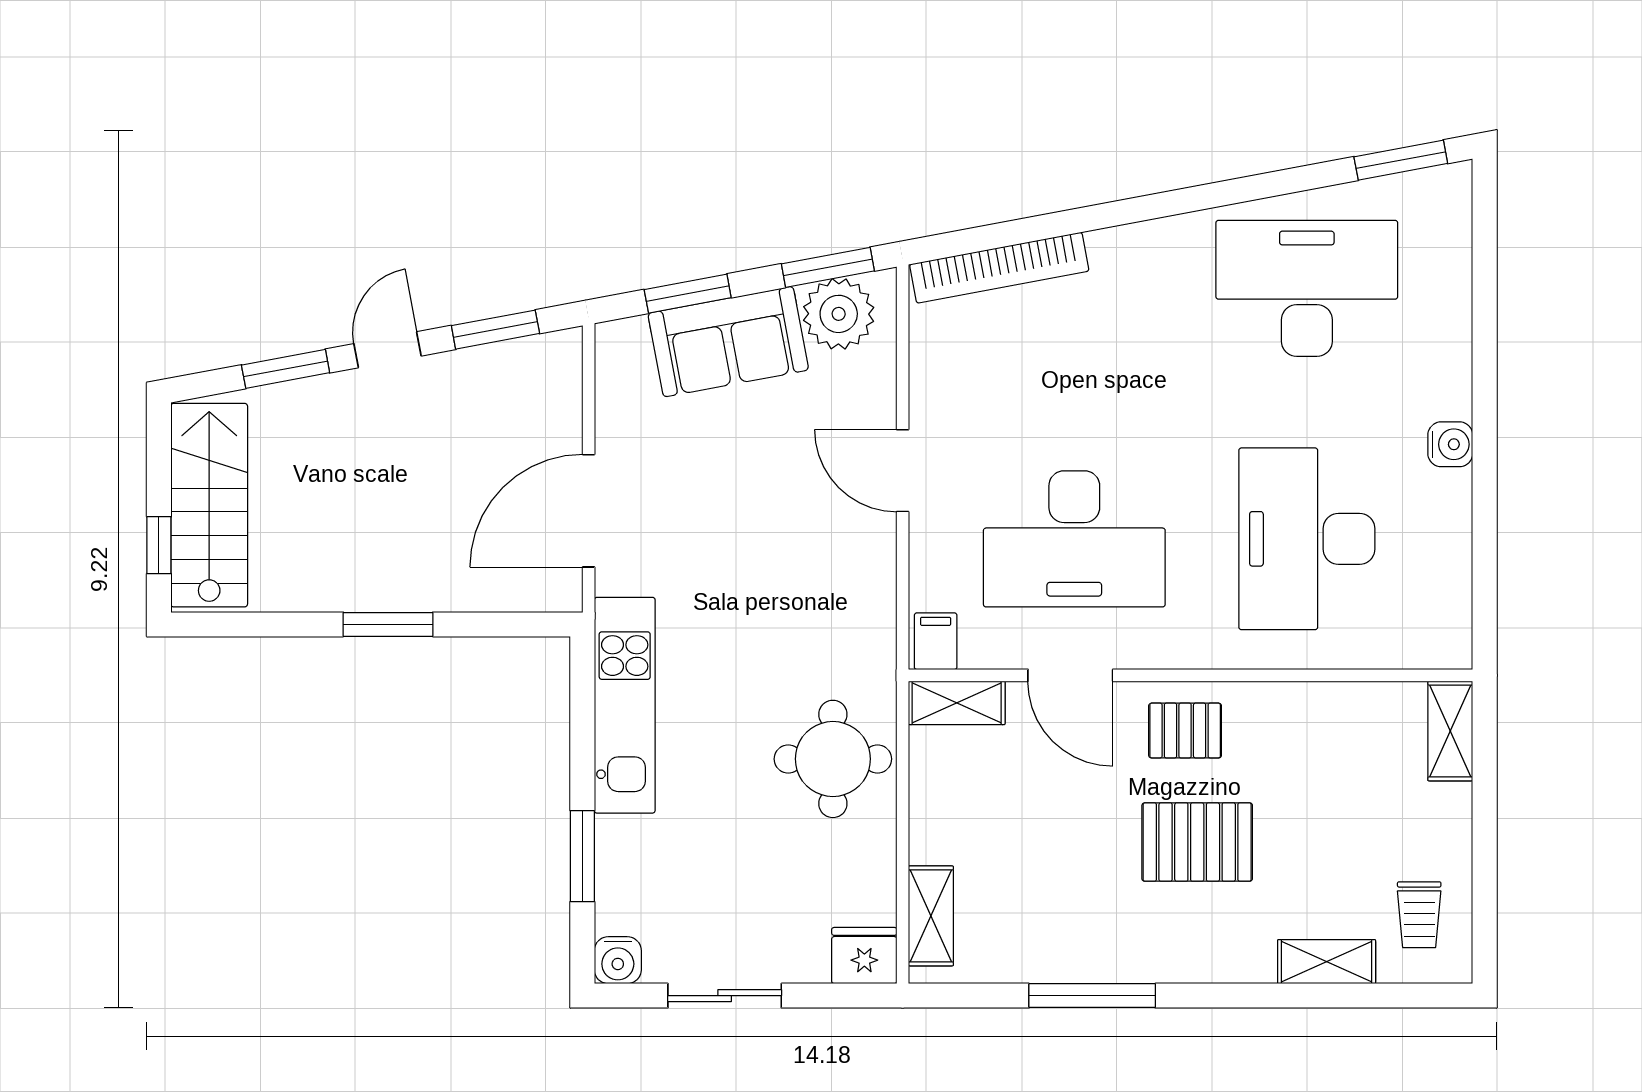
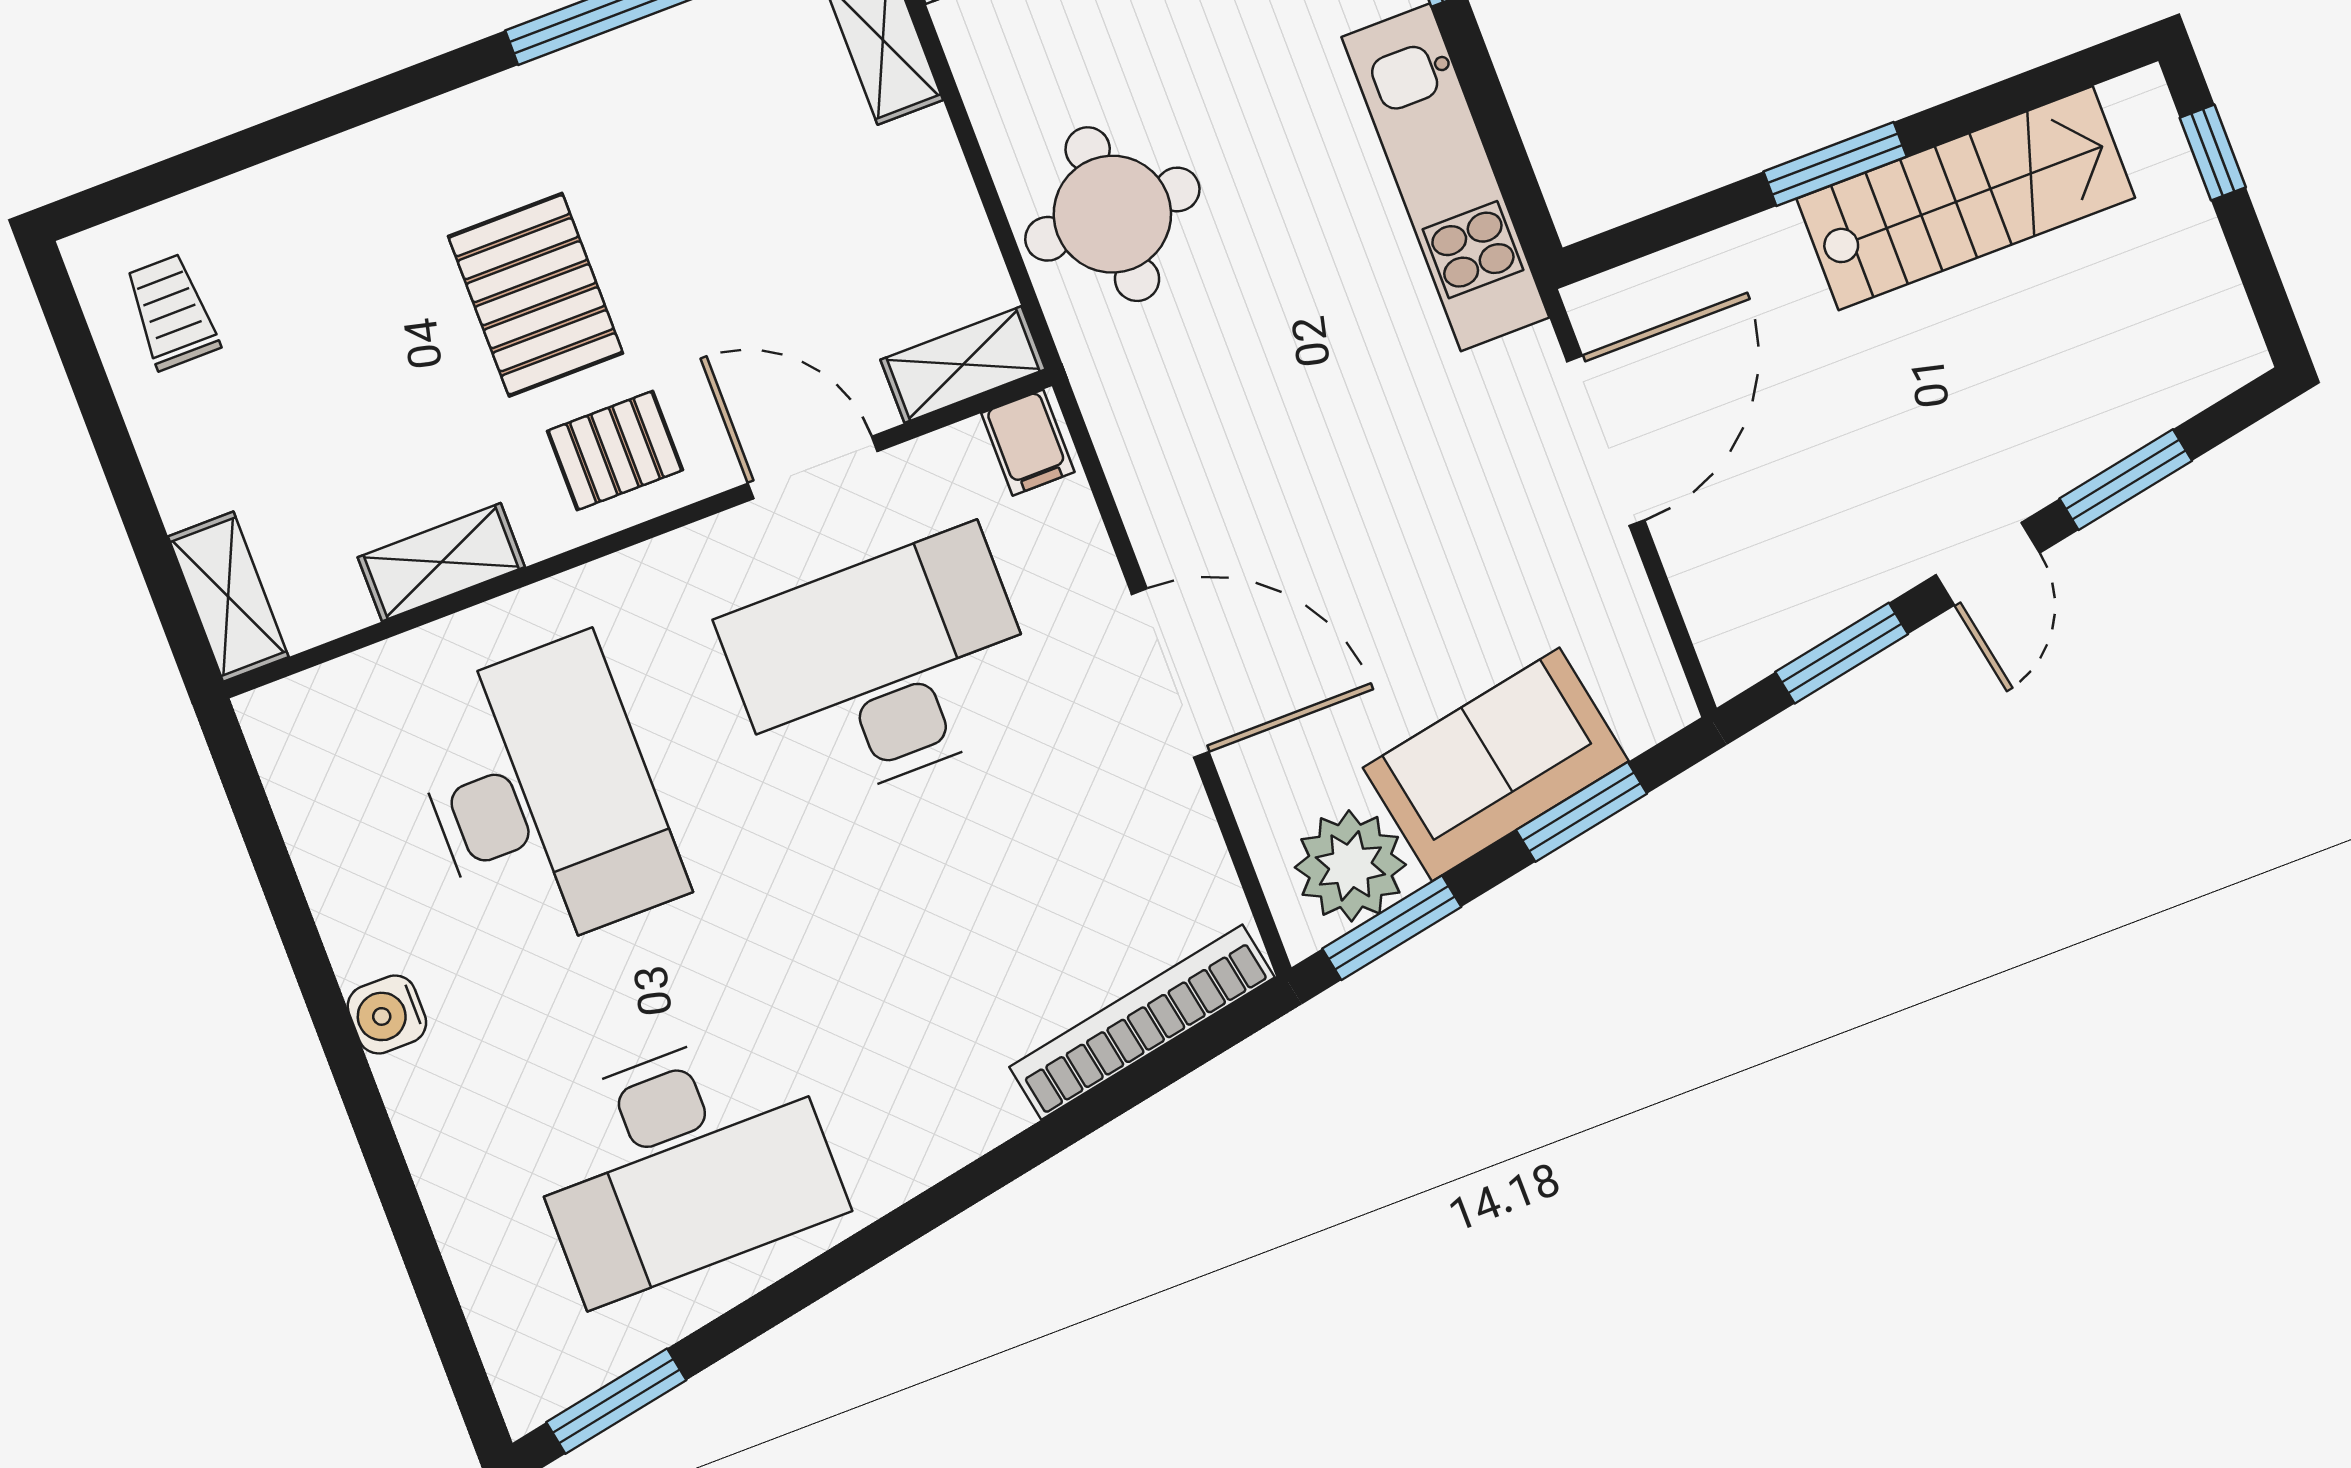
door: (903, 471) -> (1170, 673), width x1.36
stairs: (209, 505) -> (1966, 198), moved, turned -90
pallet: (1197, 842) -> (536, 295), turned 90
shelving: (1327, 962) -> (441, 562), moved

